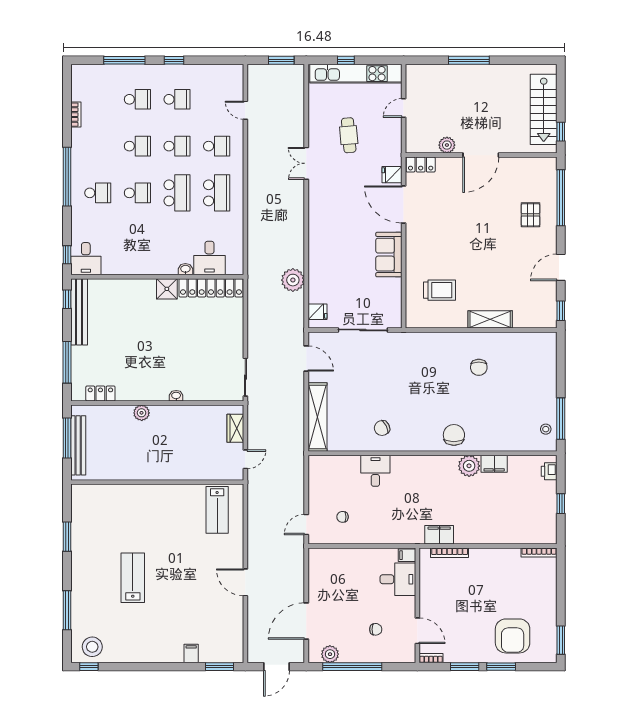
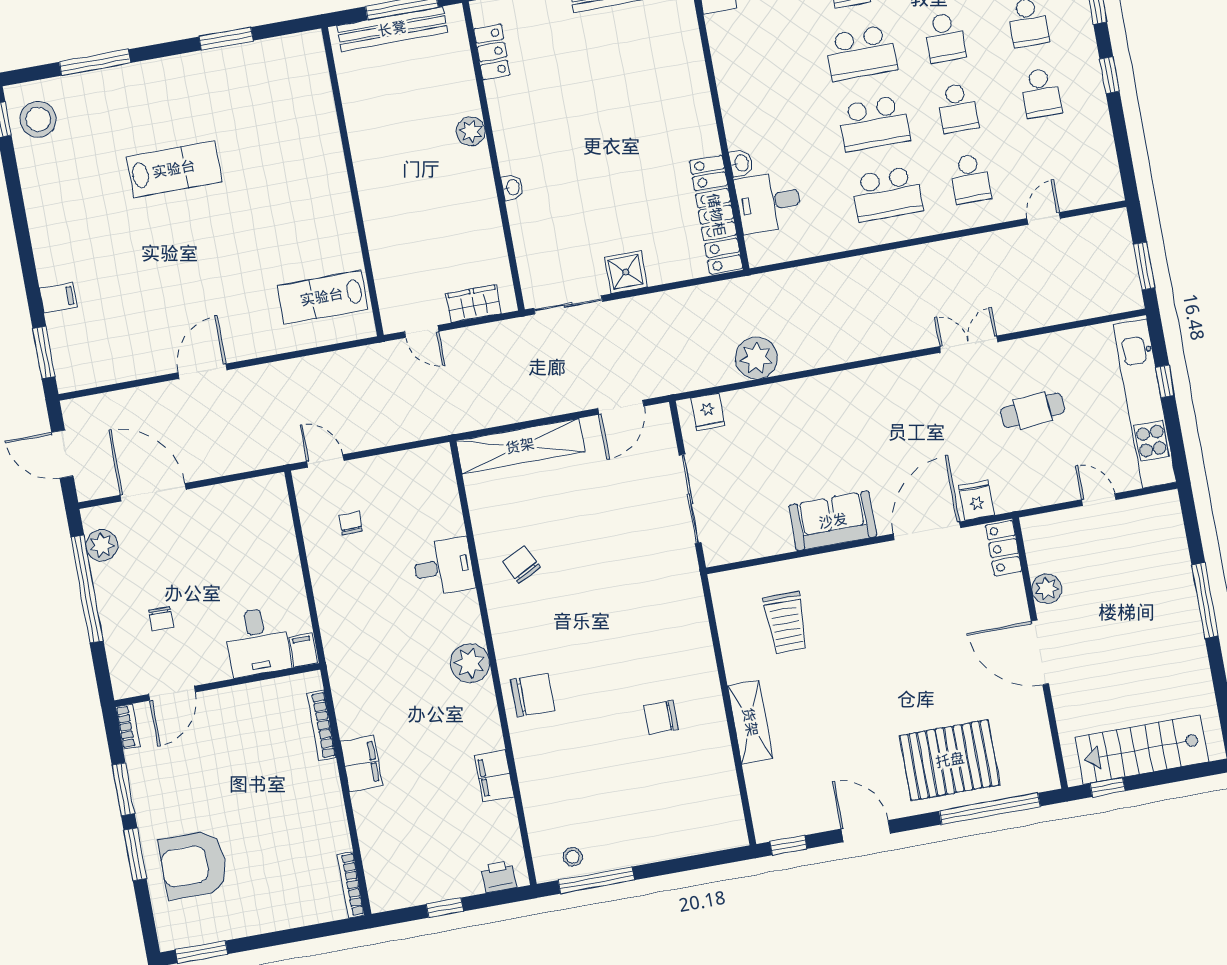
school desk: (137, 193) -> (861, 53), width x1.85
pallet: (530, 215) -> (950, 760), width x2.05, depth x2.00
shower: (167, 289) -> (626, 272), moved
plant: (469, 466) -> (470, 663), moved
filing cabinet: (439, 535) -> (361, 764), moved

